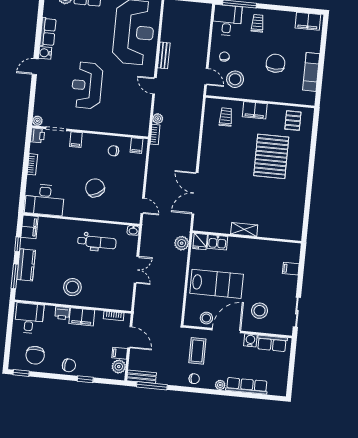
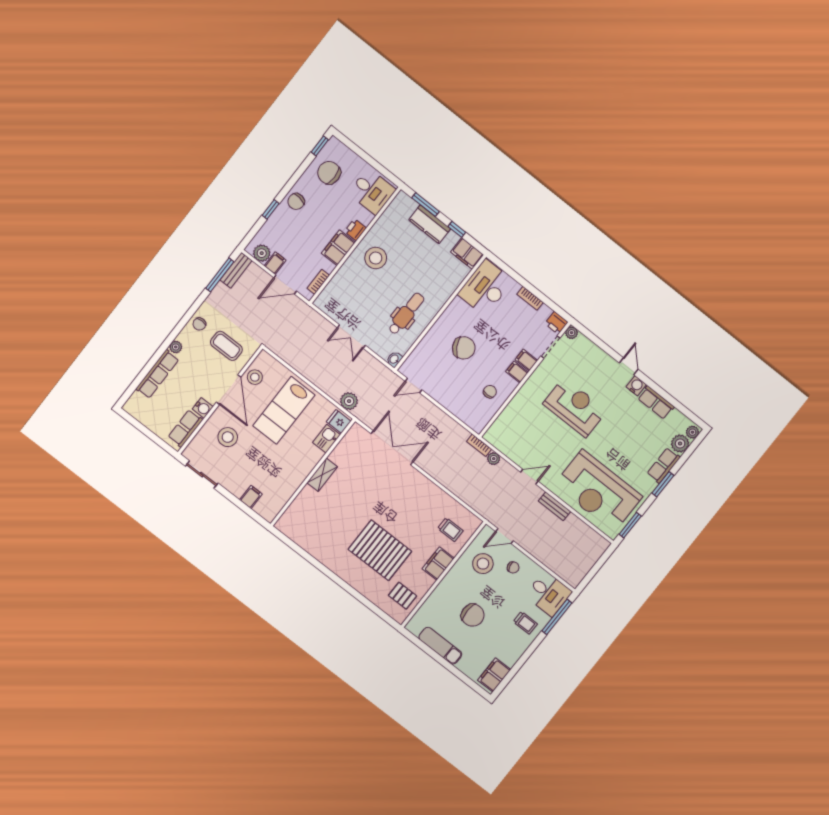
filing cabinet: (136, 146) -> (517, 372), moved
dental chair: (97, 242) -> (406, 314), turned 180

